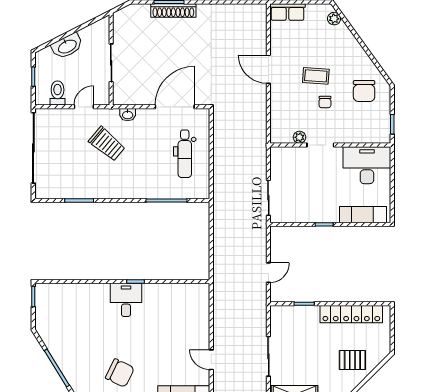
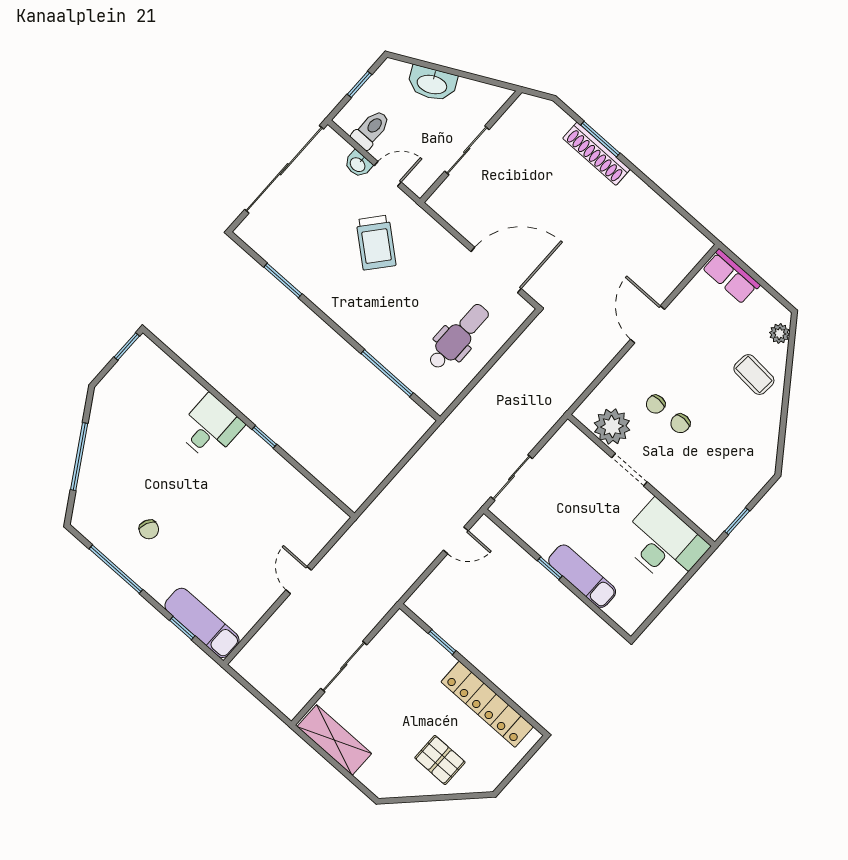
coffee table: (316, 76) -> (754, 375), moved
chair: (364, 91) -> (656, 404), moved, width x0.54, depth x0.54
washbasin: (128, 115) -> (358, 164), moved
plant: (300, 137) -> (612, 426), width x1.88, depth x1.88
dental chair: (185, 154) -> (458, 337), turned 180
exam couch: (363, 215) -> (582, 576), moved
door: (268, 273) -> (456, 540), moved
desk: (126, 300) -> (210, 428), moved
door: (211, 360) -> (299, 580), moved
chair: (120, 373) -> (149, 529), width x0.54, depth x0.54

